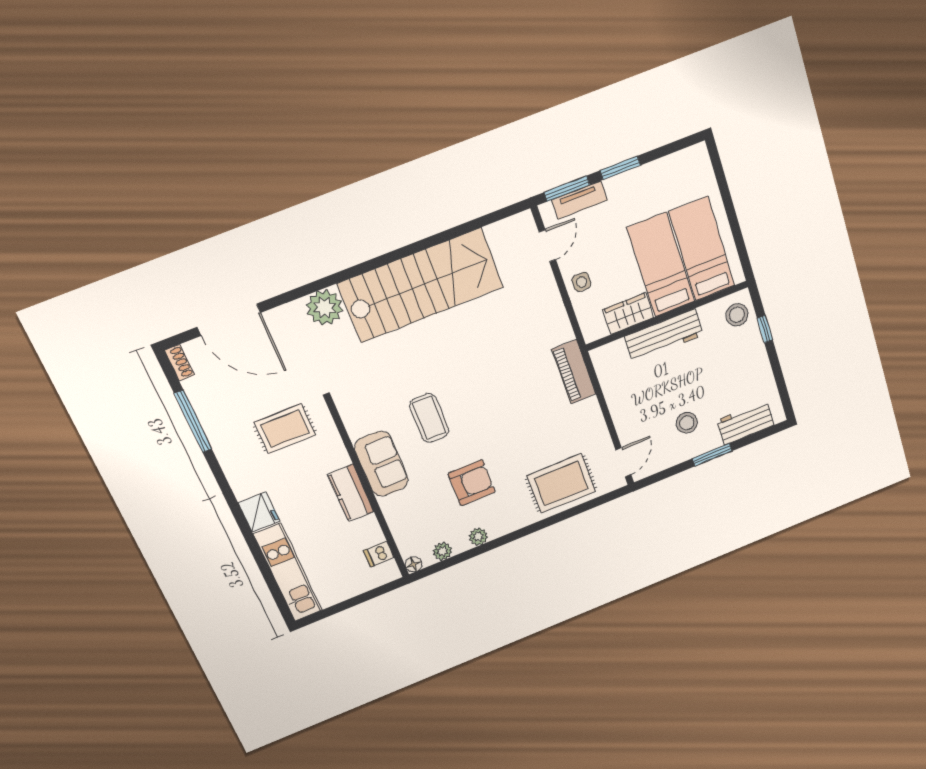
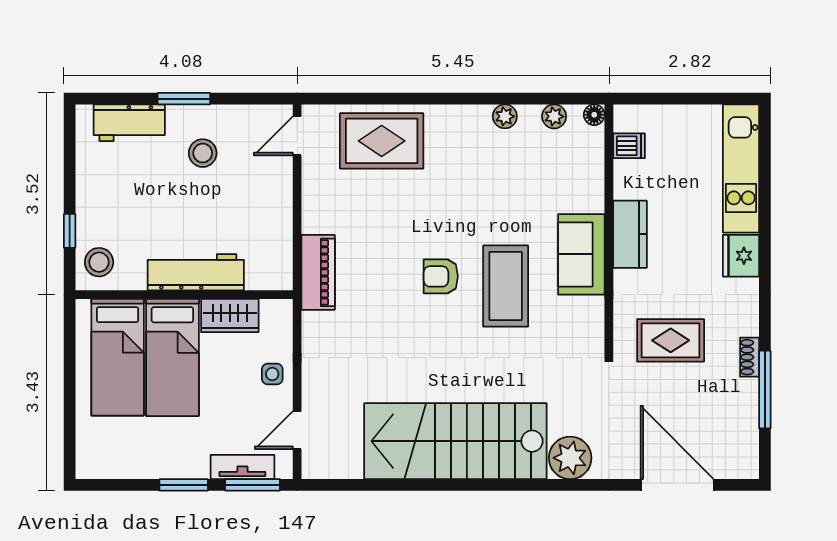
shoe rack: (179, 363) -> (750, 357), moved
coffee table: (429, 418) -> (506, 286), width x1.36, depth x1.32
armchair: (472, 483) -> (441, 276), moved, width x0.72, depth x0.72

